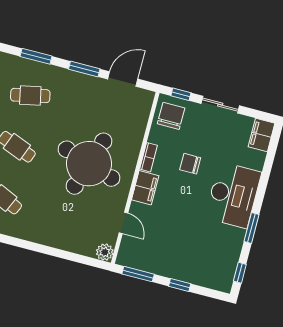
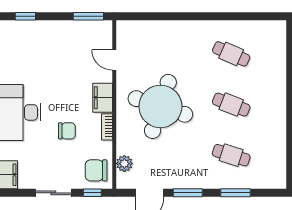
cafe table: (30, 95) -> (231, 155), turned 30
chair: (171, 116) -> (96, 170), turned 90
plant: (105, 252) -> (124, 164), moved
window: (180, 285) -> (25, 16), moved

